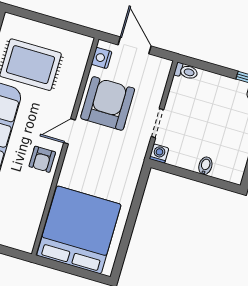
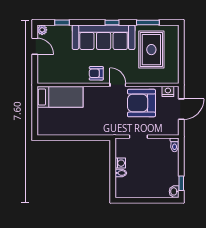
armchair: (108, 103) -> (141, 103), turned 180
washing machine: (159, 153) -> (120, 163), moved
bed: (79, 230) -> (60, 97), width x0.49

